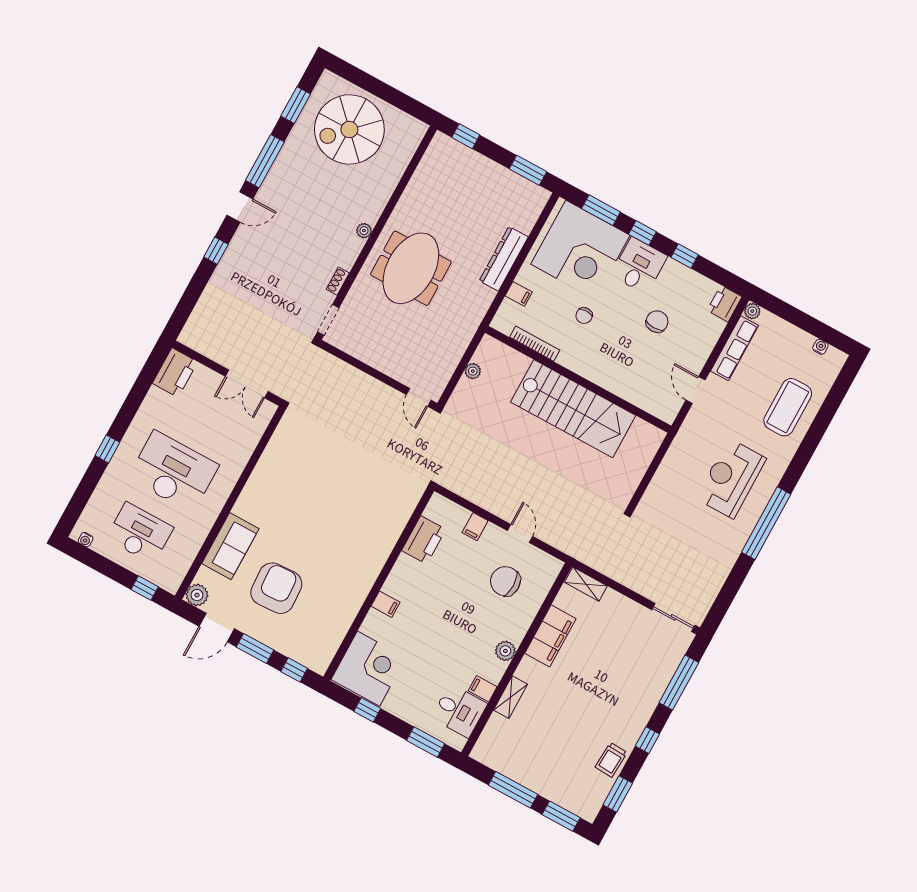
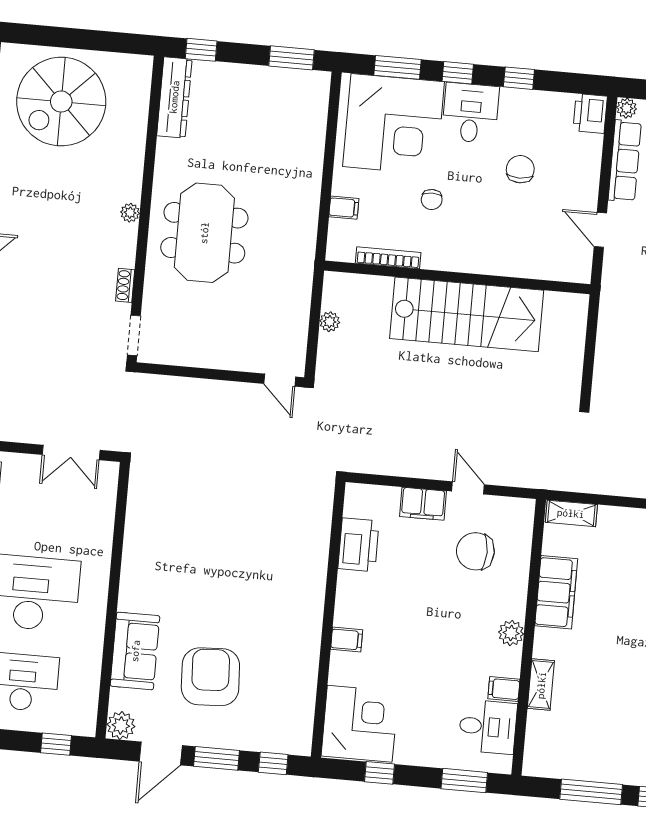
dresser: (504, 259) -> (174, 97), moved, turned 180
filing cabinet: (475, 527) -> (423, 504), width x2.00

